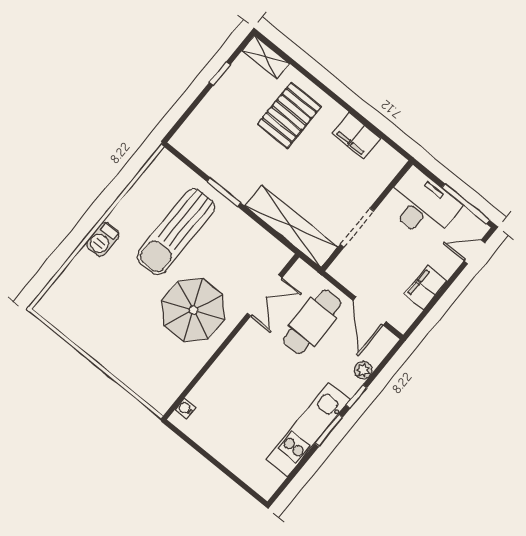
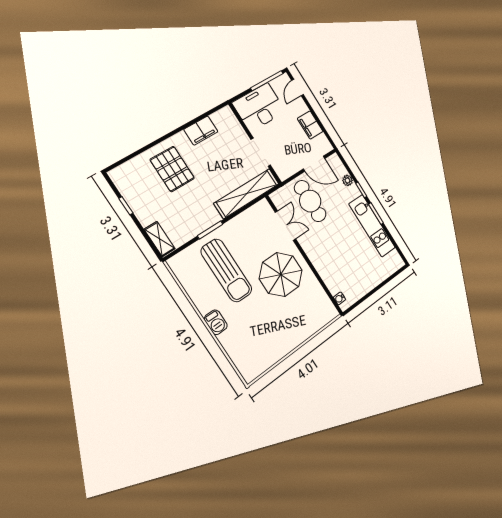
shelving: (266, 57) -> (160, 239), moved, turned 90

